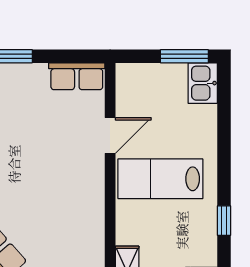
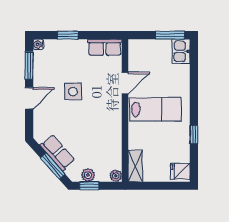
side table: (24, 150) -> (73, 92), added
lab bench: (160, 179) -> (155, 109), turned 180

